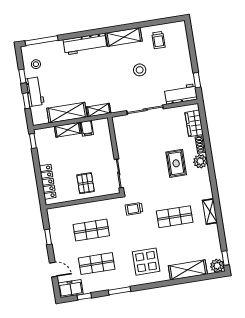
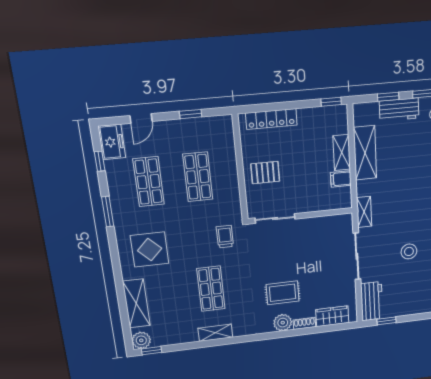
shelving: (99, 110) -> (364, 212), moved

